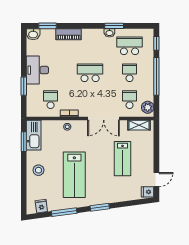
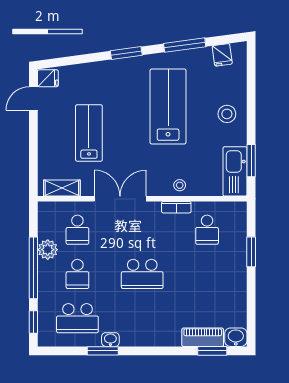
piano: (69, 34) -> (203, 337), moved
desk: (37, 70) -> (229, 278), removed
plant: (148, 107) -> (48, 250), moved

